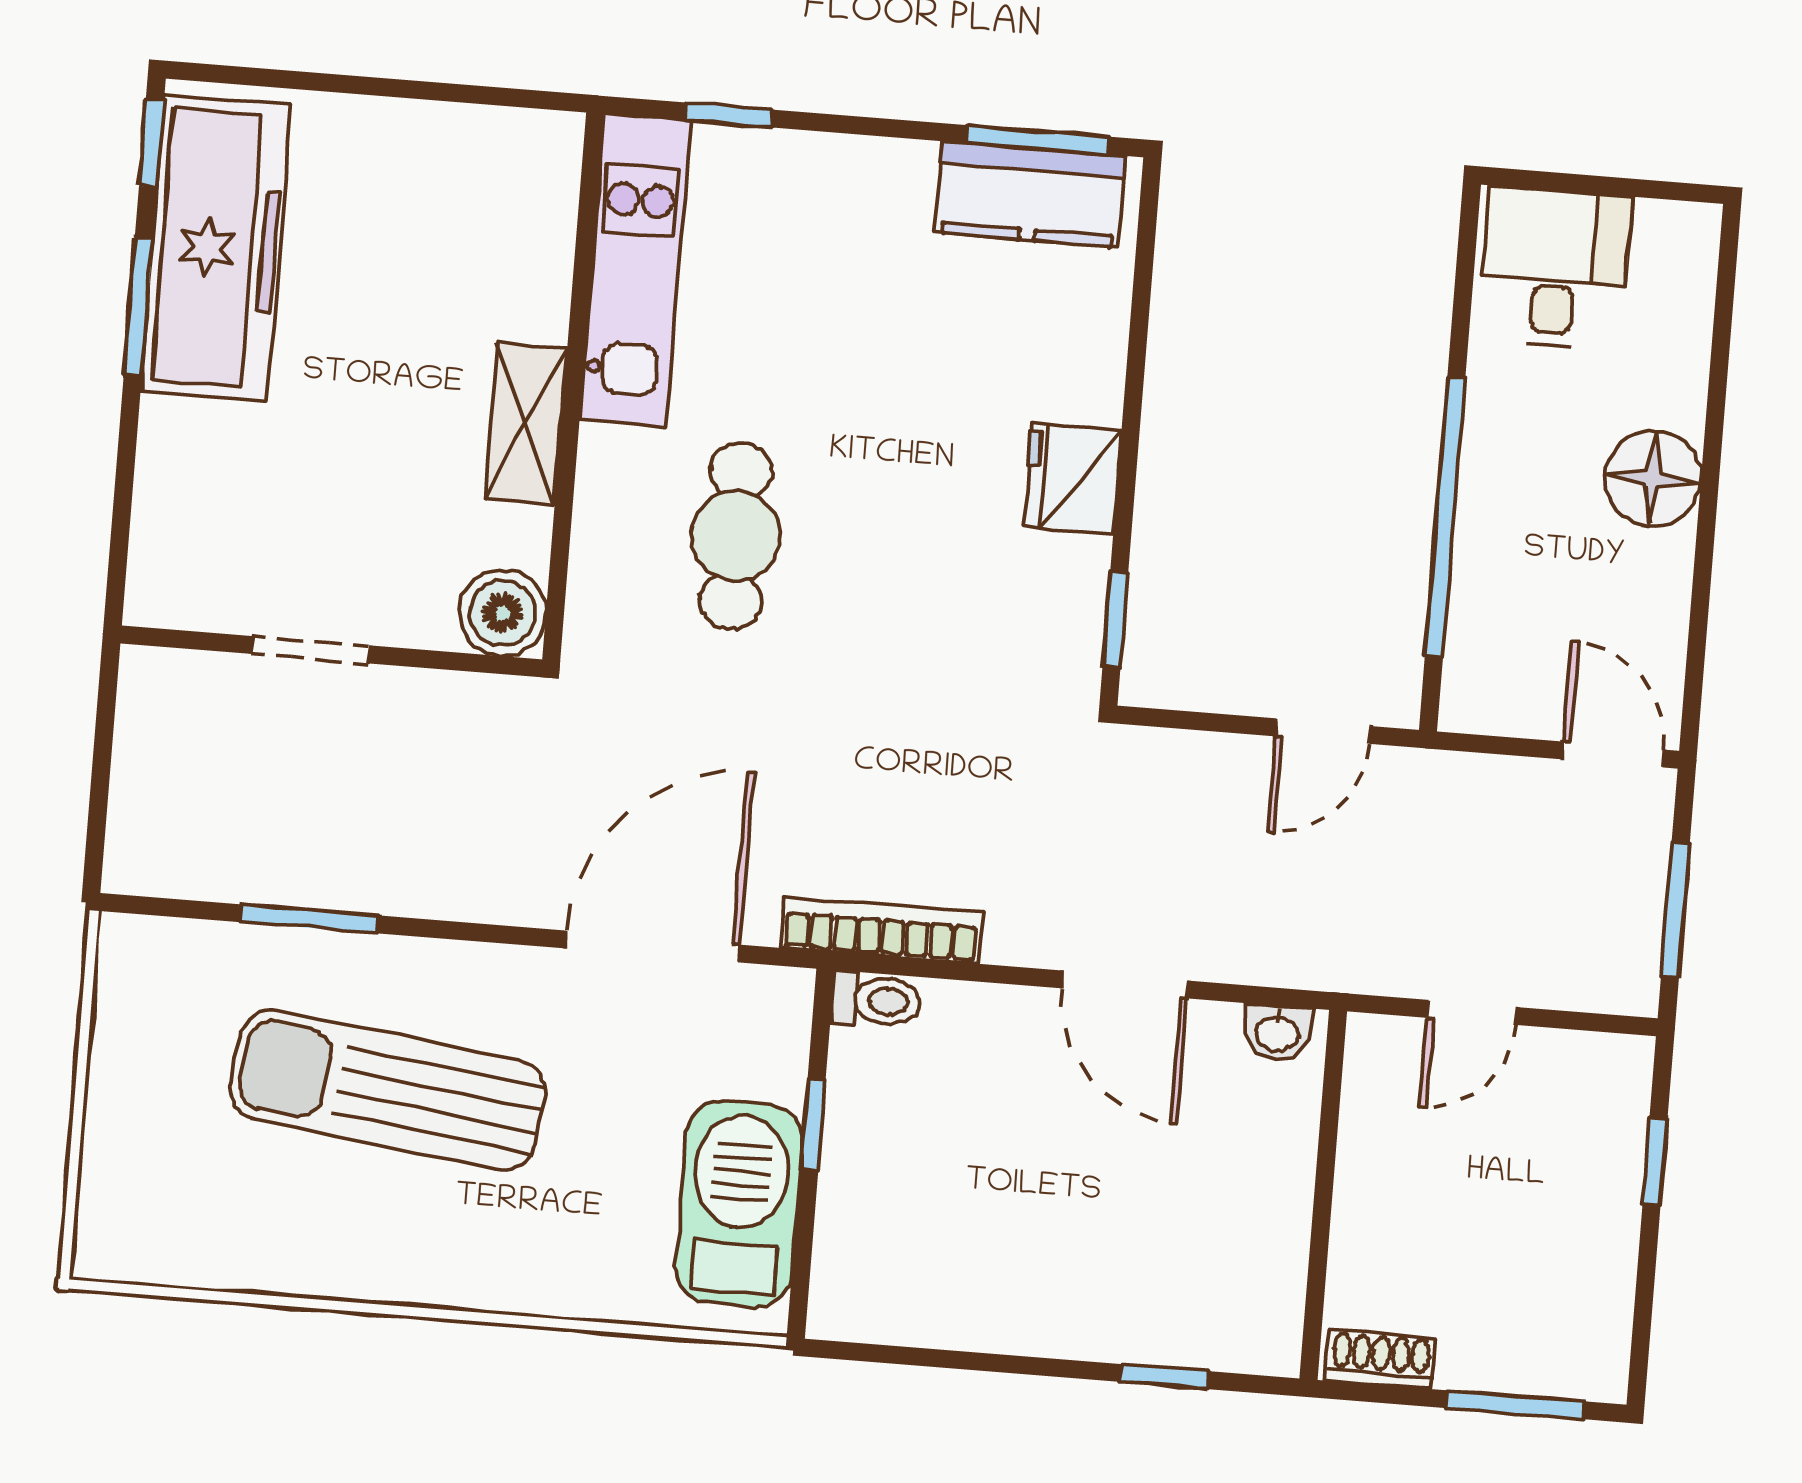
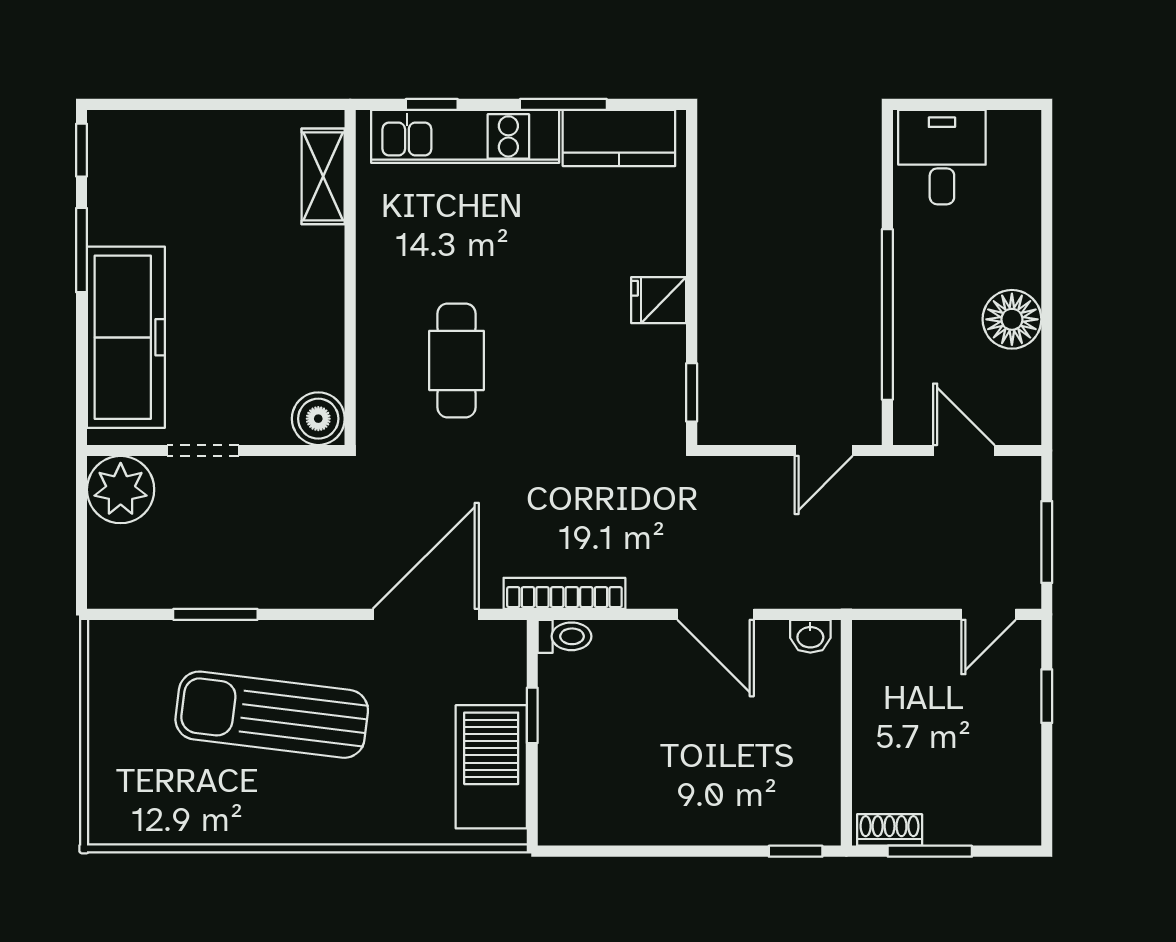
window: (1037, 140) -> (563, 104), moved
freezer: (216, 248) -> (126, 337), moved
kitchen unit: (635, 271) -> (465, 136), moved, turned 90
shelving: (526, 424) -> (323, 176), moved
floor lamp: (1653, 478) -> (1012, 319), moved
fridge: (1073, 479) -> (659, 300), width x0.72
plant: (171, 703) -> (121, 490), added
door: (1613, 755) -> (964, 450), moved
door: (1472, 1012) -> (989, 614), moved
window: (1164, 1377) -> (796, 851), moved
window: (1515, 1405) -> (930, 851), moved

